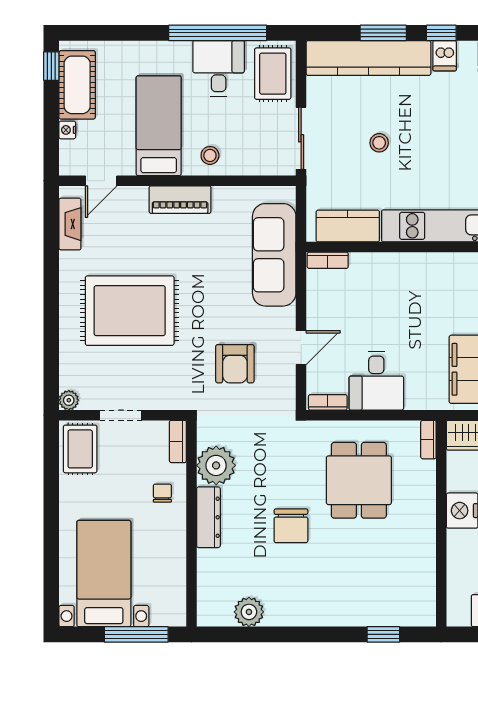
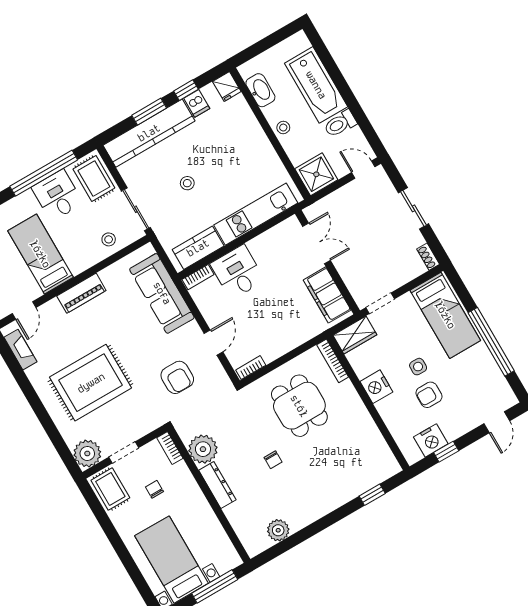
stool: (210, 155) -> (109, 239), moved
desk: (376, 381) -> (238, 272), moved, turned 180
plant: (69, 400) -> (87, 453), width x1.87, depth x1.87
bookcase: (428, 440) -> (333, 361), width x1.56
chair: (162, 493) -> (154, 489), moved
chair: (291, 526) -> (273, 460), width x0.54, depth x0.54

